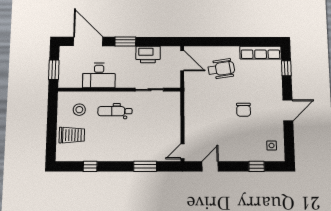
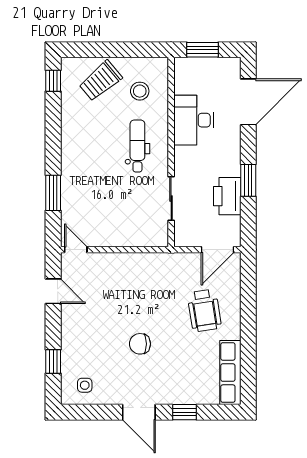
window: (125, 41) -> (248, 180), moved
window: (286, 68) -> (184, 412), moved
trolley: (72, 135) -> (101, 81), turned 50
window: (90, 166) -> (53, 81), moved

